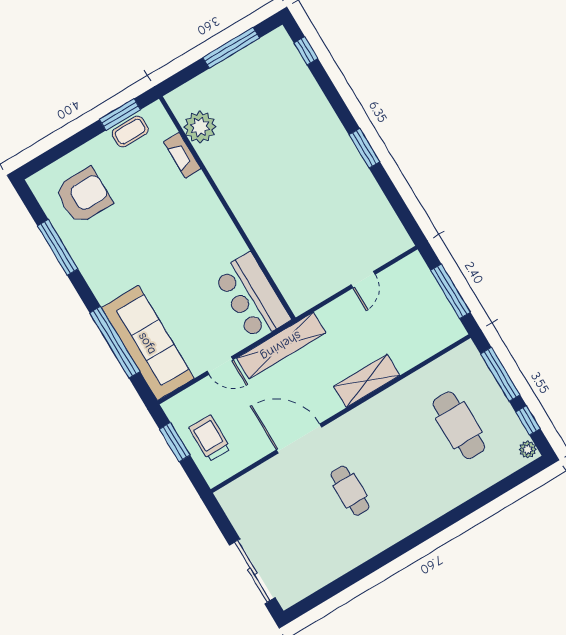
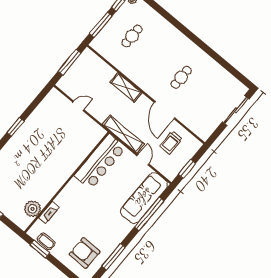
bar counter: (252, 297) -> (100, 162), width x1.36
cafe table: (459, 425) -> (132, 36), width x0.73, depth x0.74
trolley: (210, 438) -> (171, 143), moved

